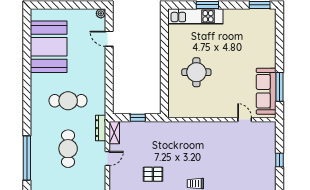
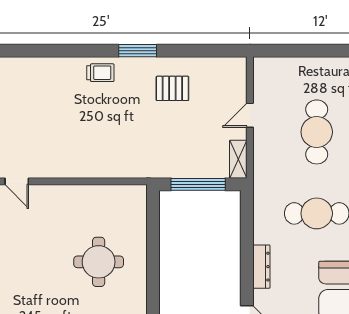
window: (138, 118) -> (198, 184), width x2.17
dresser: (101, 128) -> (261, 267), moved

